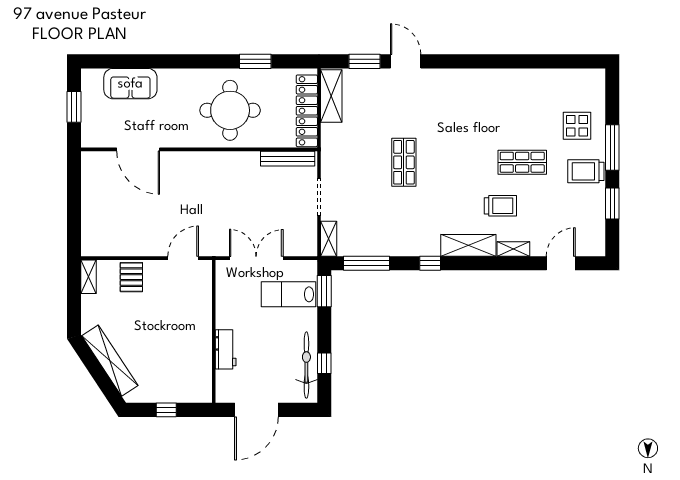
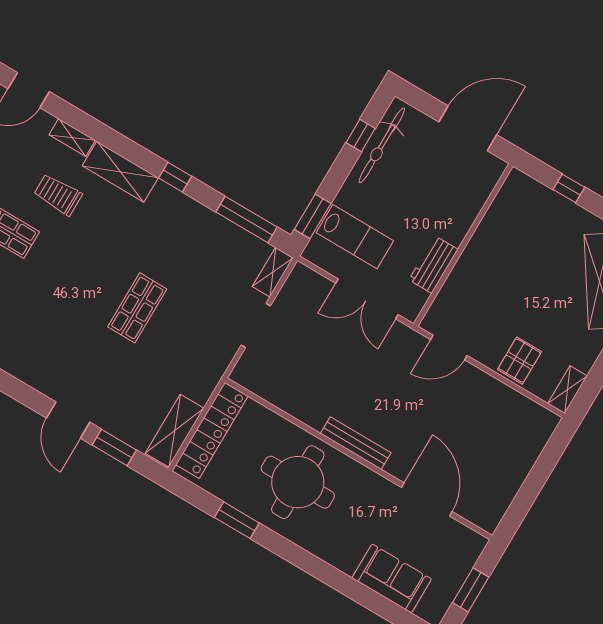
bench: (288, 159) -> (356, 443), moved
workbench: (226, 349) -> (433, 265), moved

